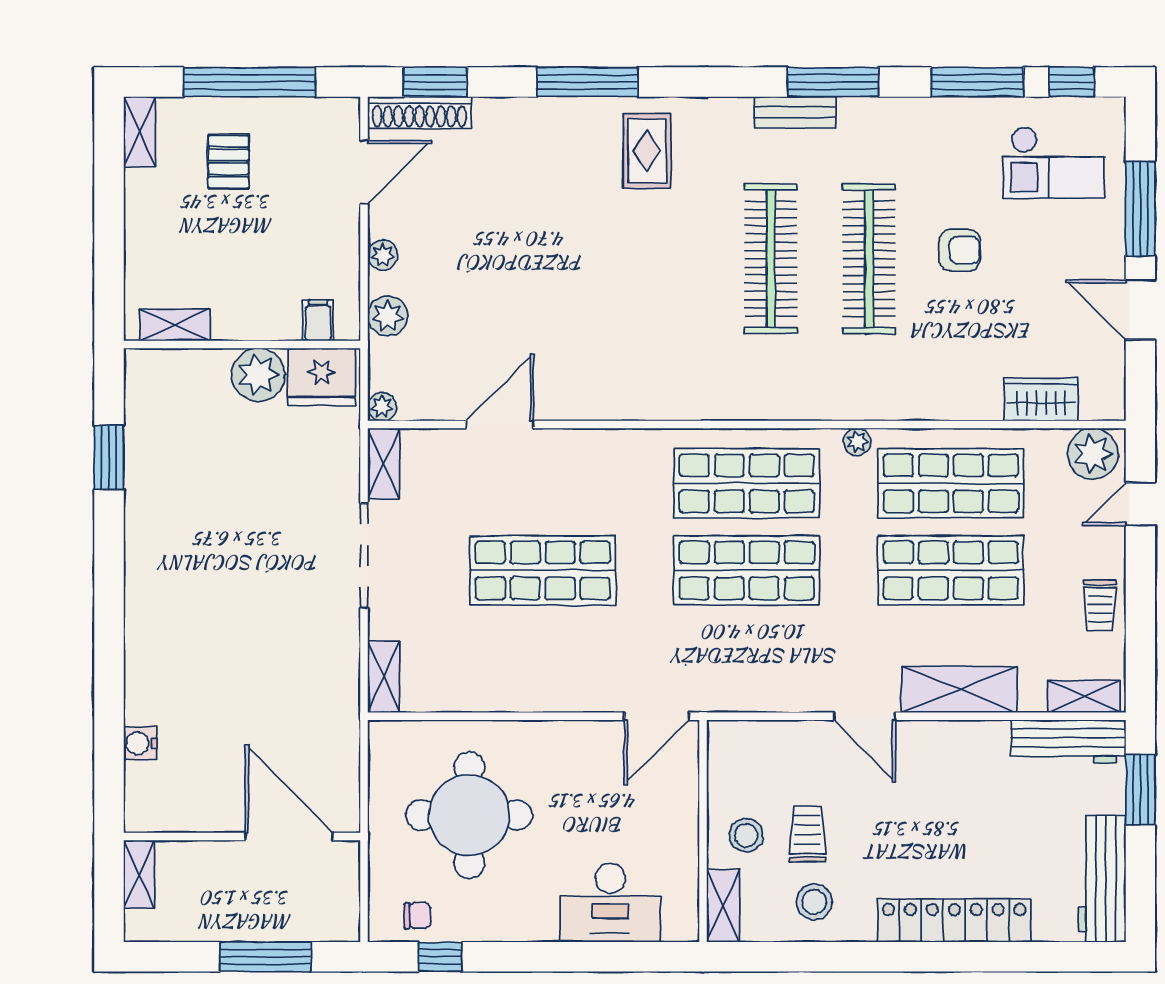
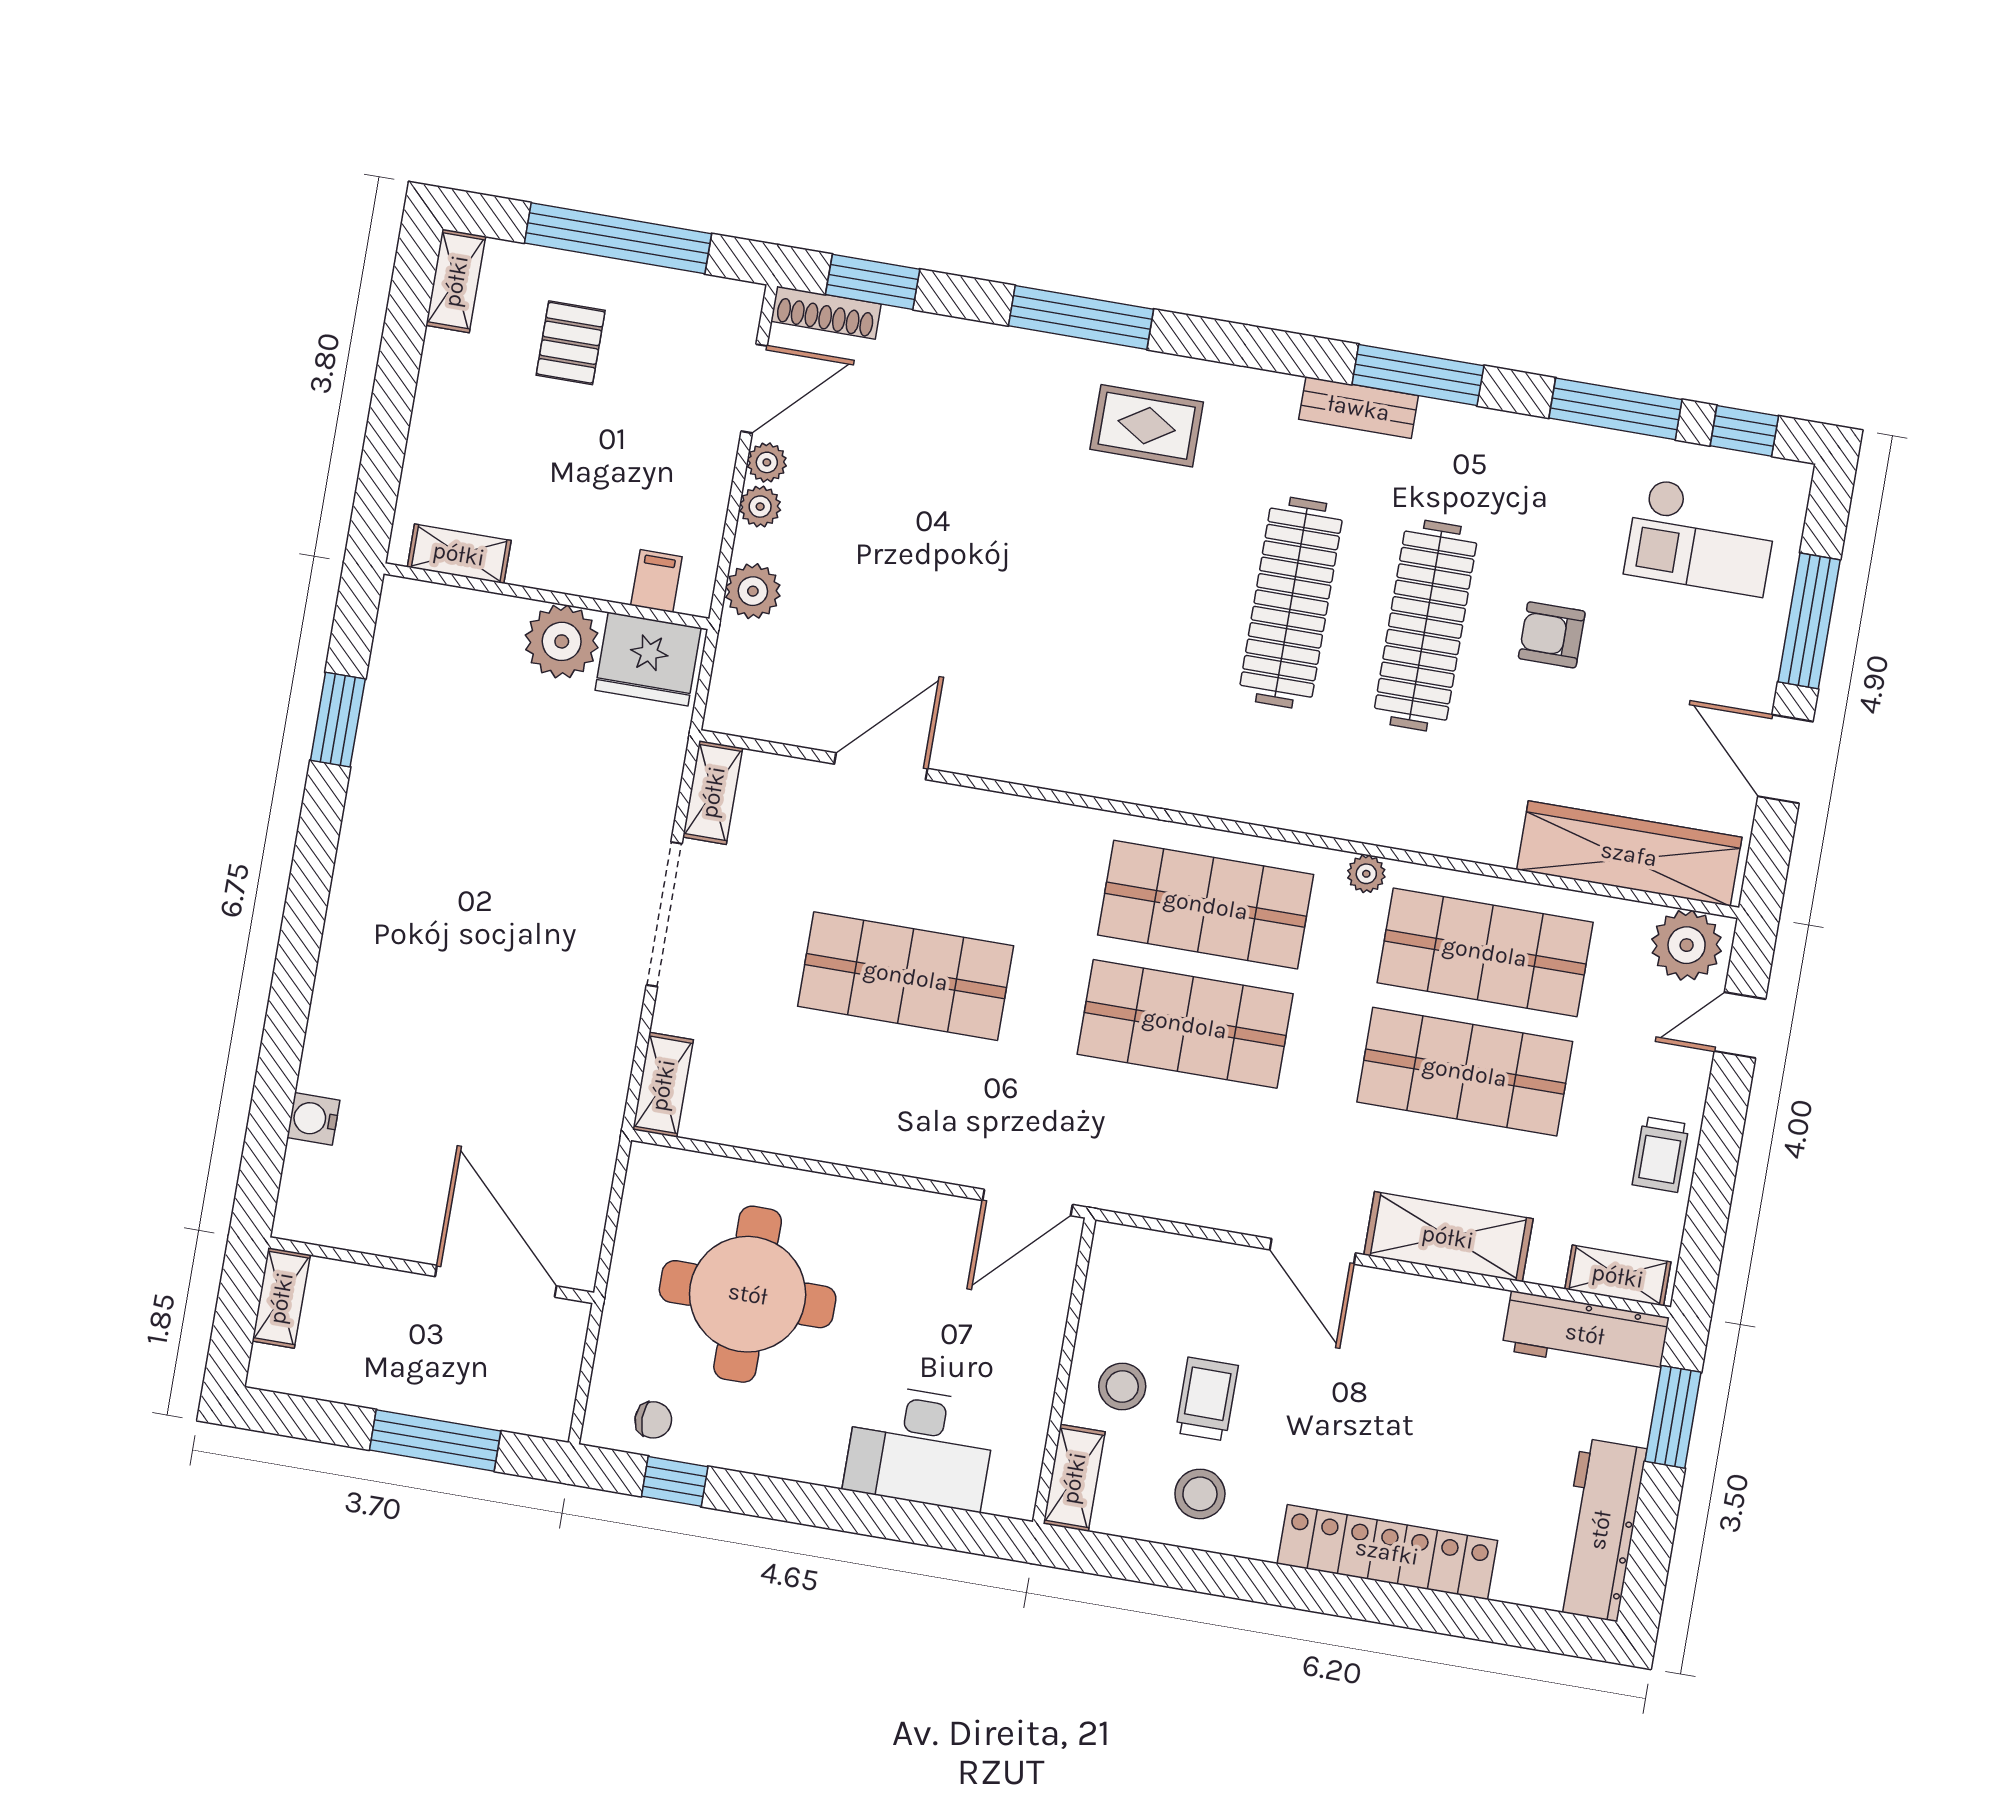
shoe rack: (420, 113) -> (826, 313), width x0.74, depth x0.81
rug: (647, 151) -> (1147, 426), turned 90
armchair: (960, 250) -> (1552, 635), turned 180
wardrobe: (1041, 399) -> (1629, 854), width x2.10, depth x1.17
plant: (382, 407) -> (767, 462), moved

